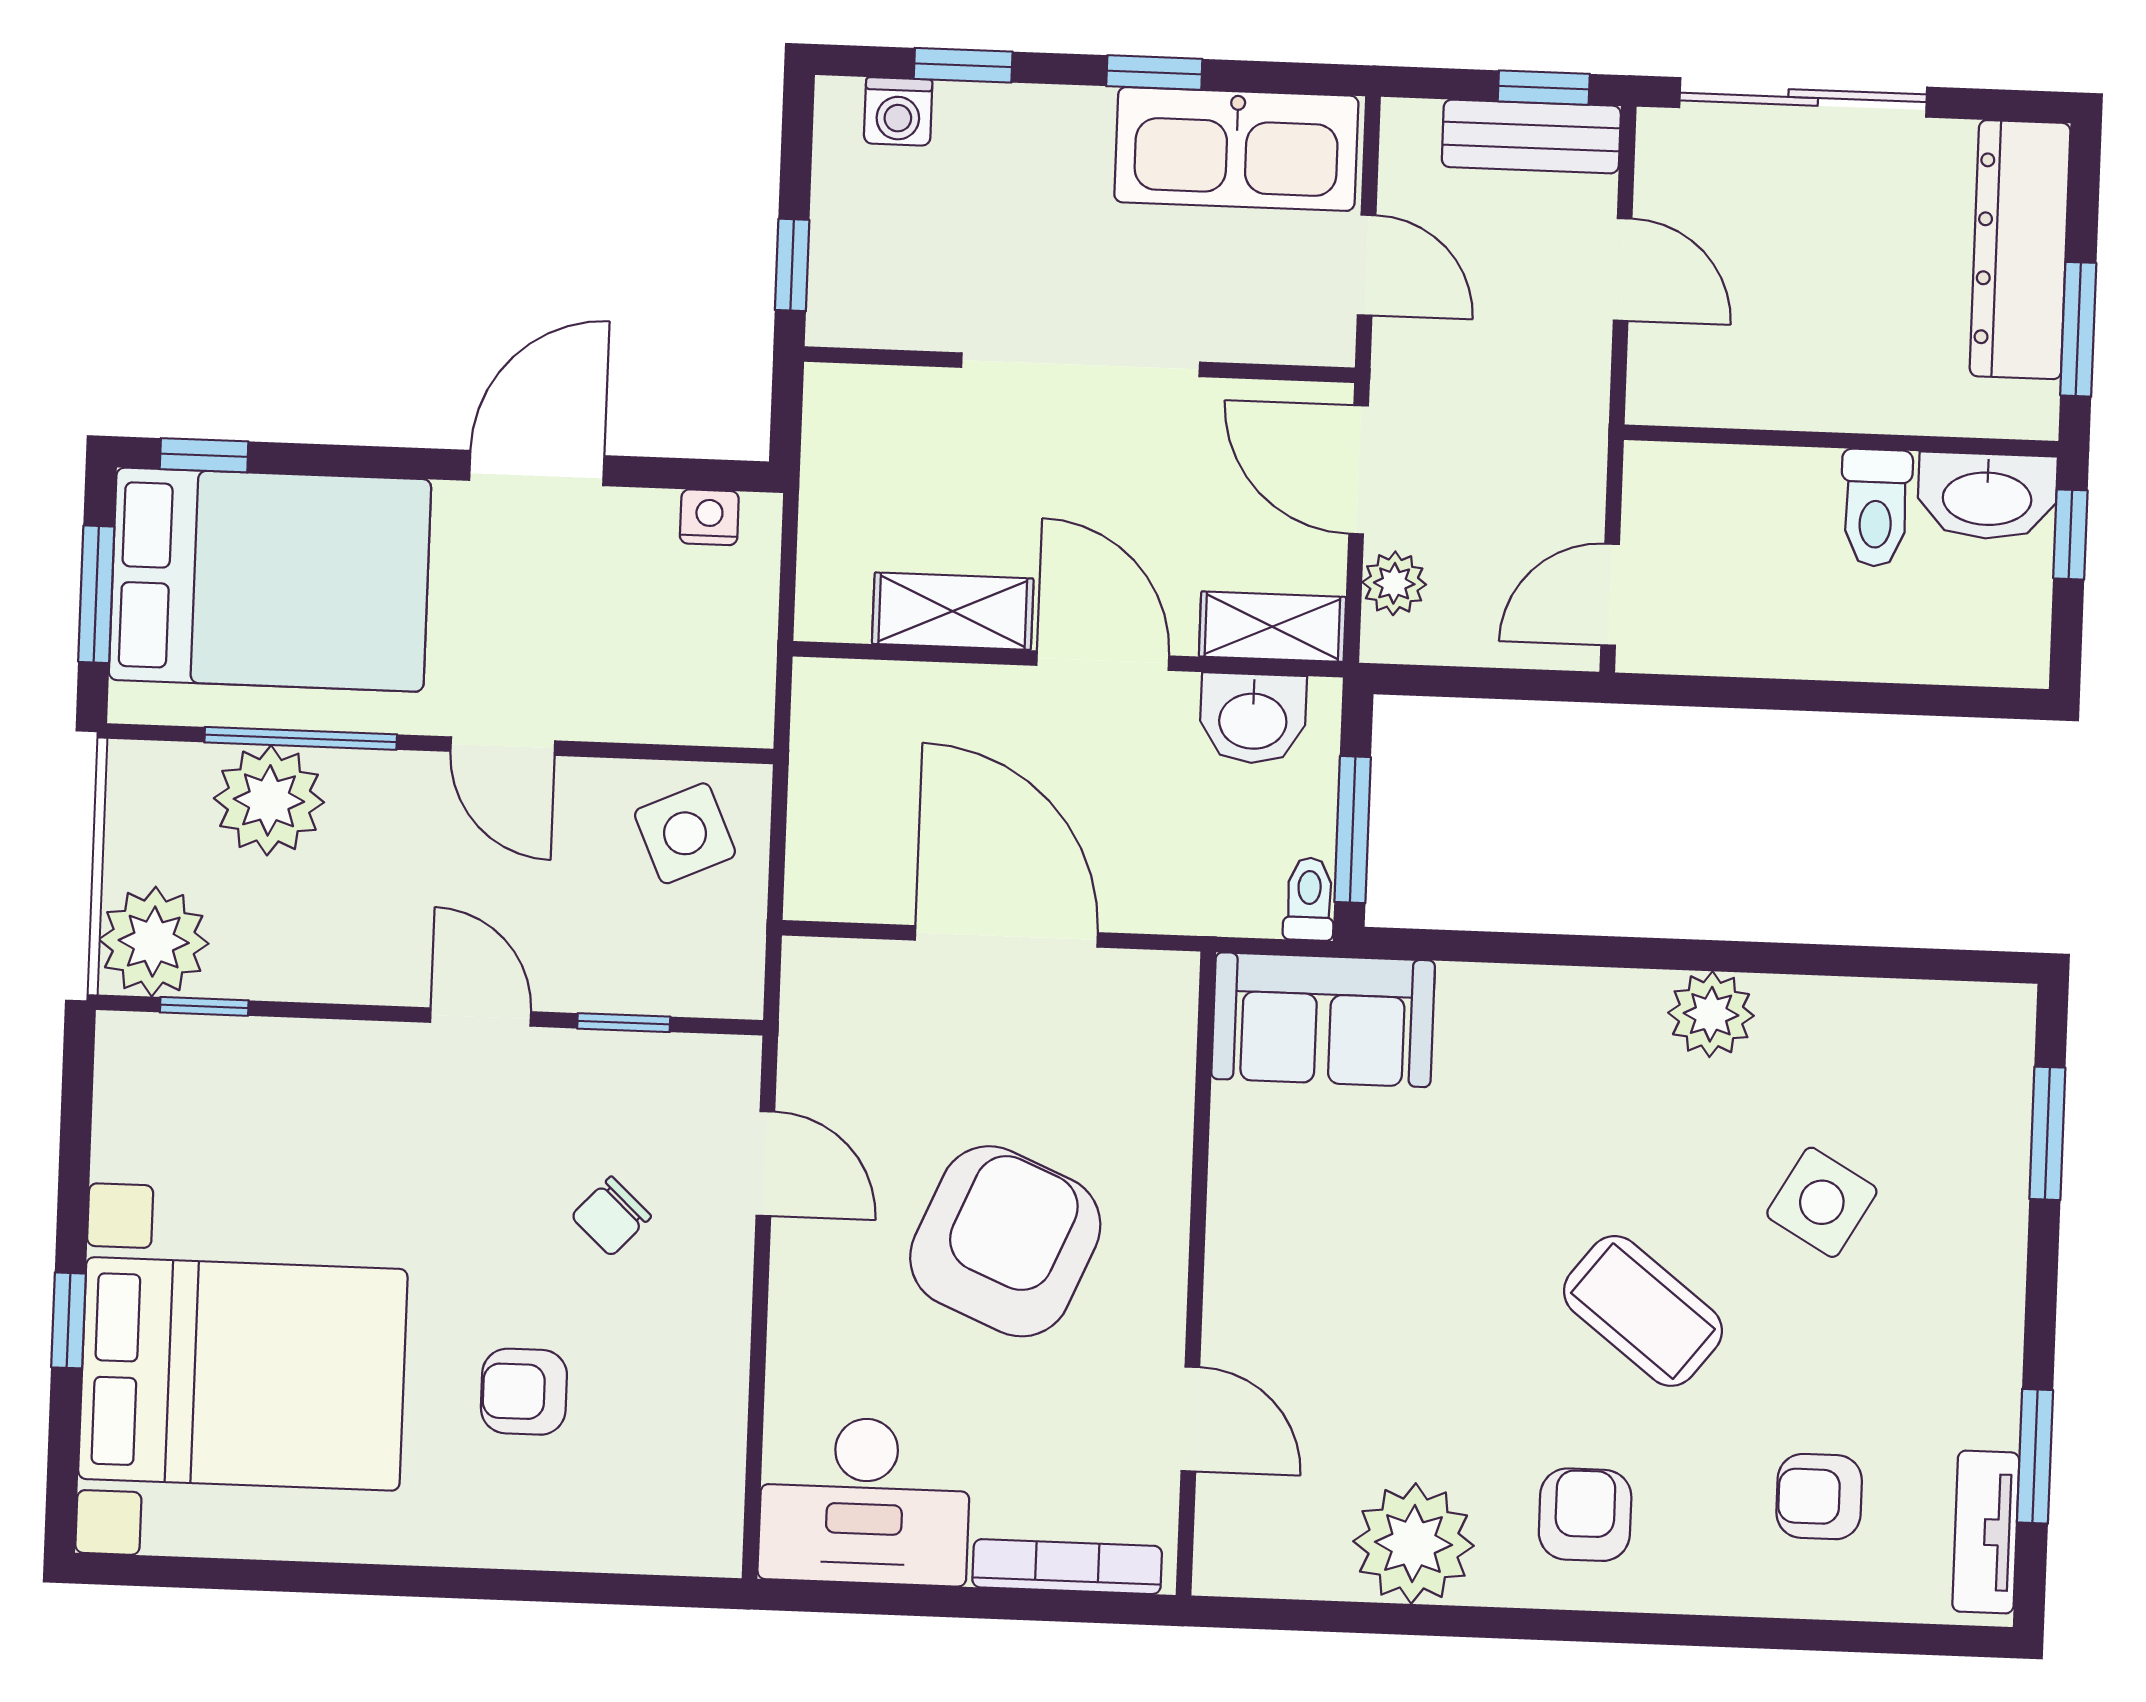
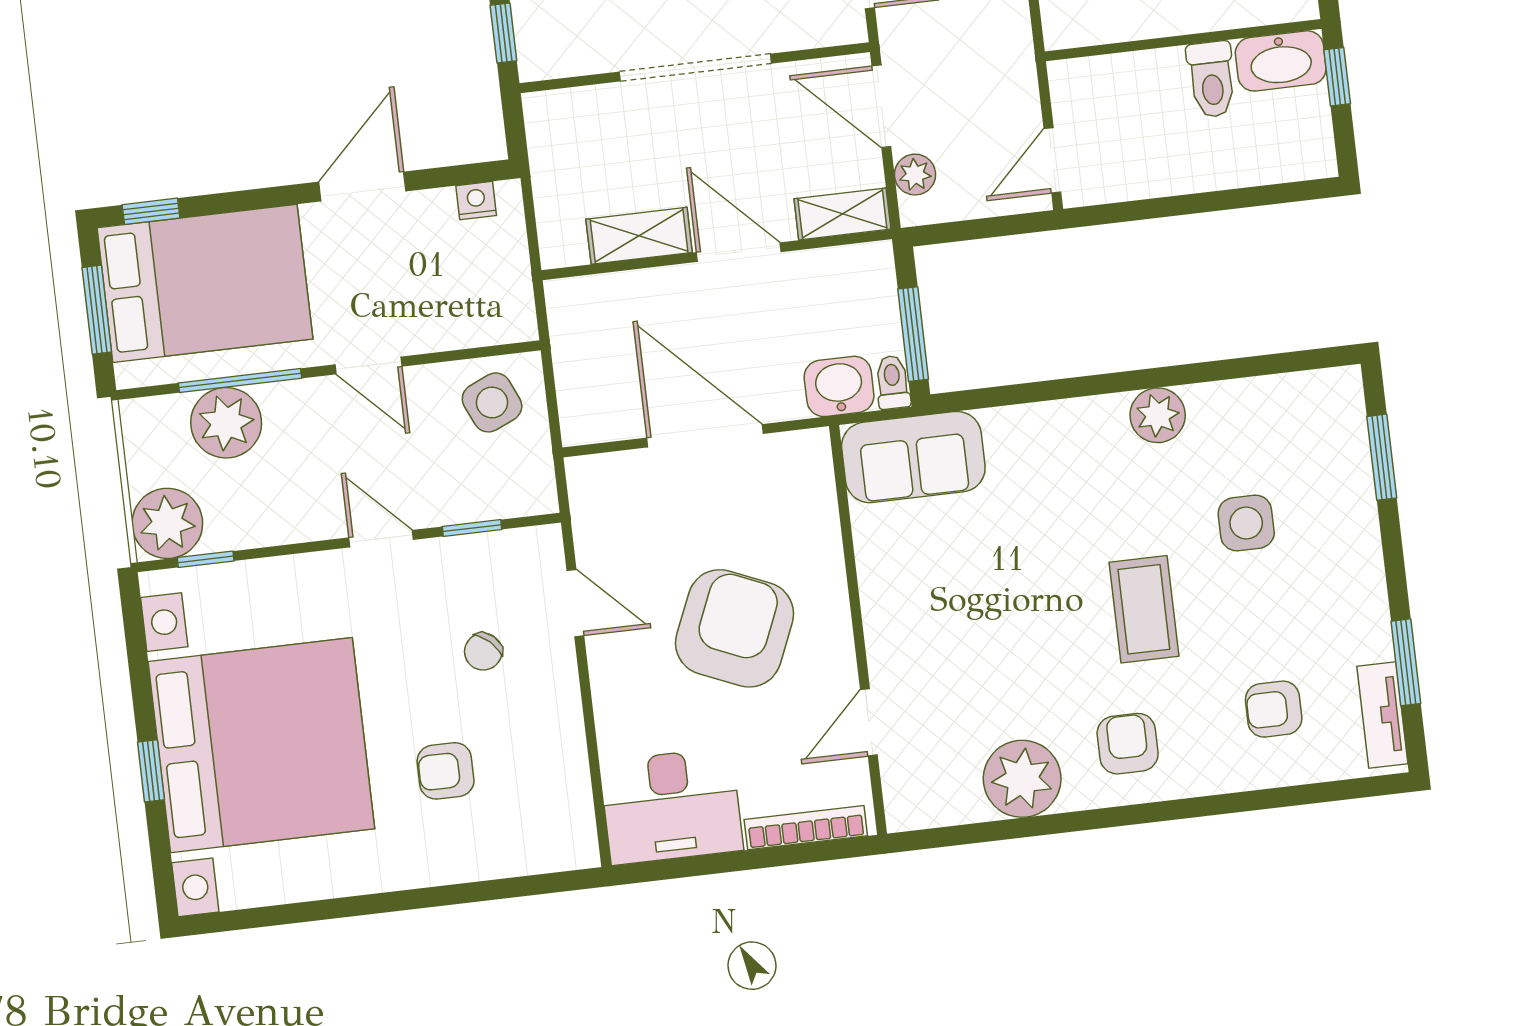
washbasin: (1253, 719) -> (839, 386), moved, turned 180
side table: (1822, 1202) -> (1246, 523), turned -30
coffee table: (1643, 1311) -> (1144, 609), turned 52
bed with nightstands: (243, 1374) -> (261, 745), width x1.36
door: (1190, 1419) -> (869, 722), swing flipped

